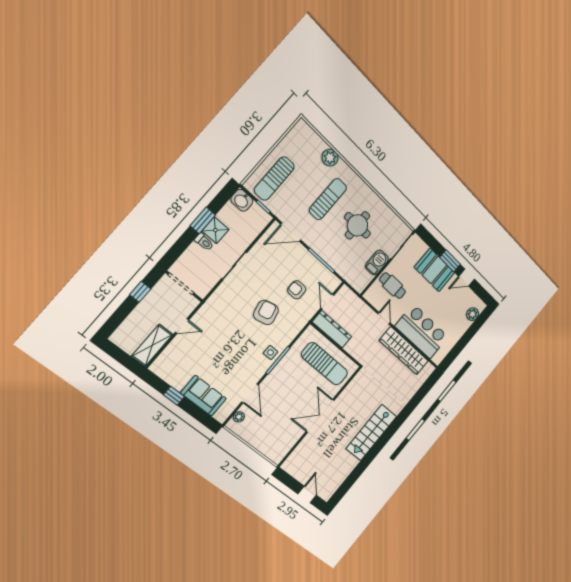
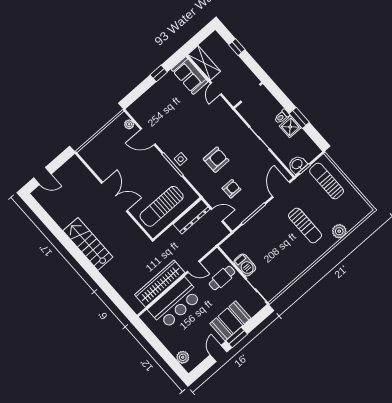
washbasin: (242, 200) -> (297, 164), moved
round table: (357, 225) -> (280, 250), removed
window: (140, 292) -> (237, 47), moved
armchair: (266, 312) -> (216, 160), turned -77
sofa: (203, 396) -> (189, 75), moved, turned 90

